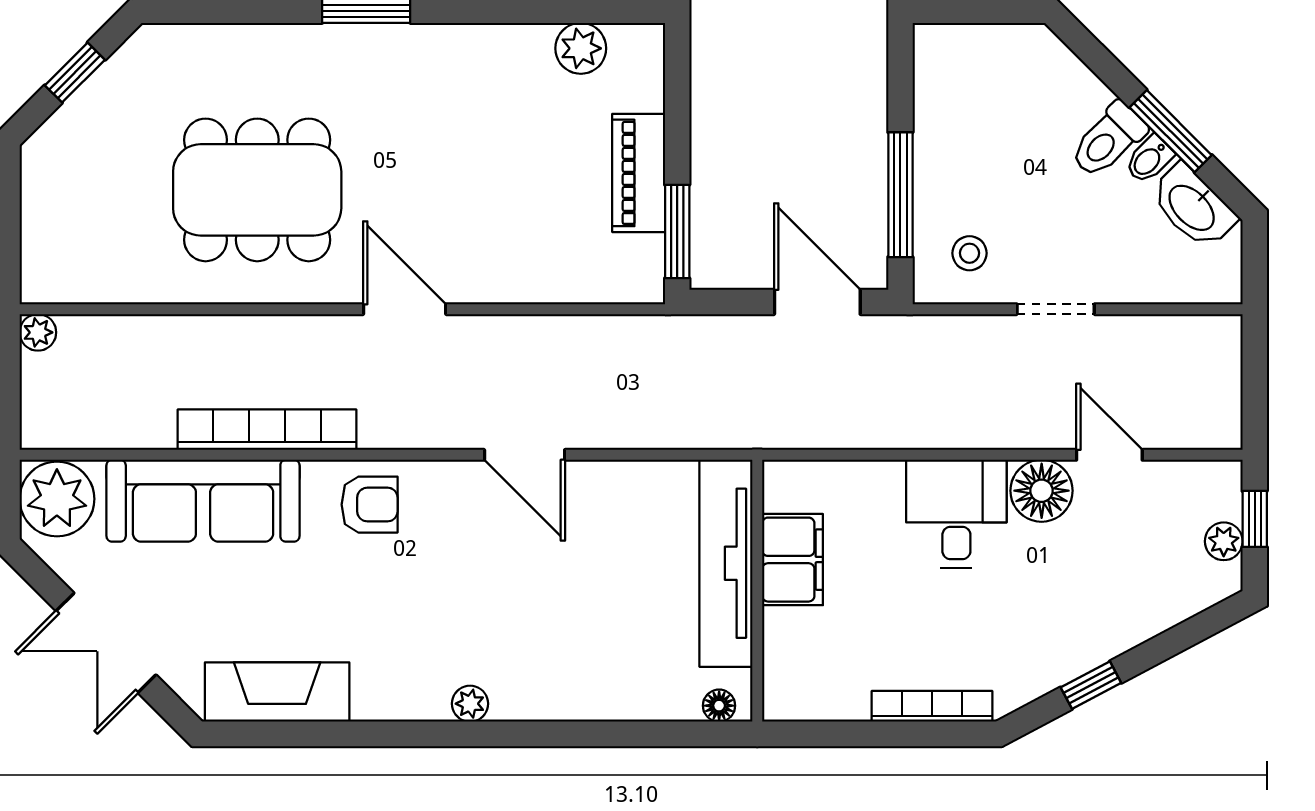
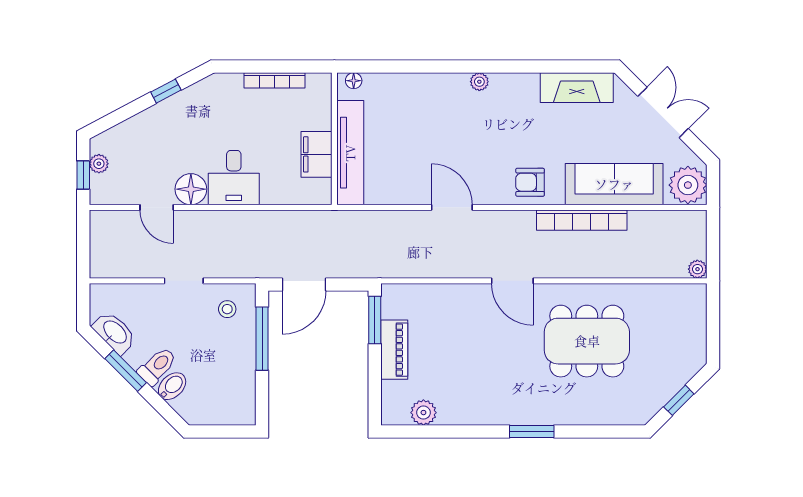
bidet: (1149, 159) -> (172, 386), moved, width x1.38, depth x1.36
door: (817, 302) -> (304, 285), hinge flipped
bookcase: (932, 706) -> (274, 80), moved

